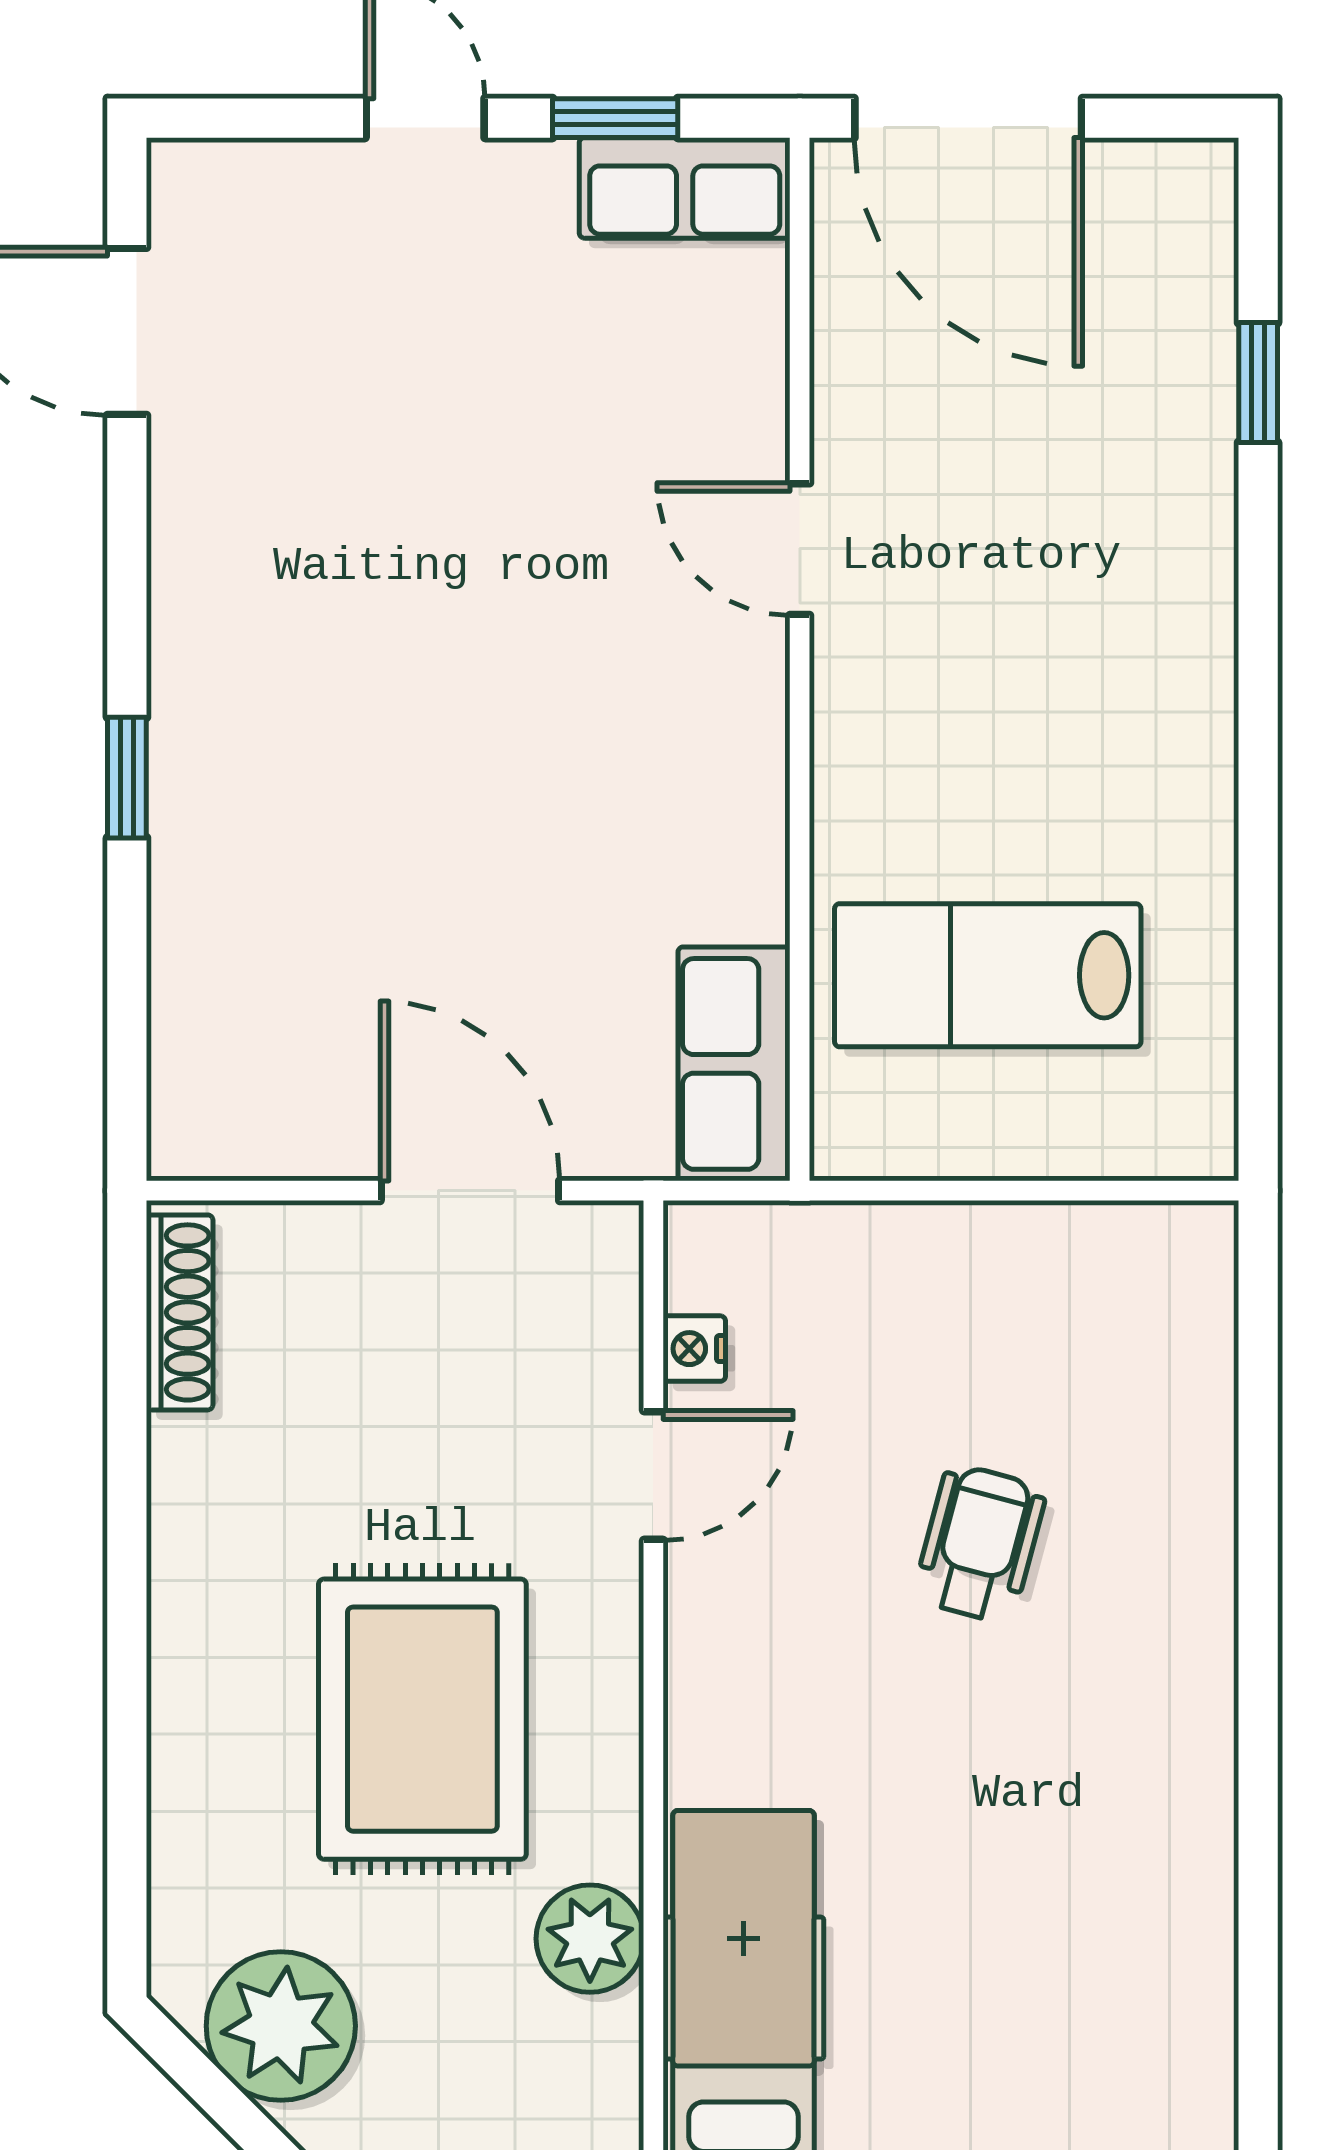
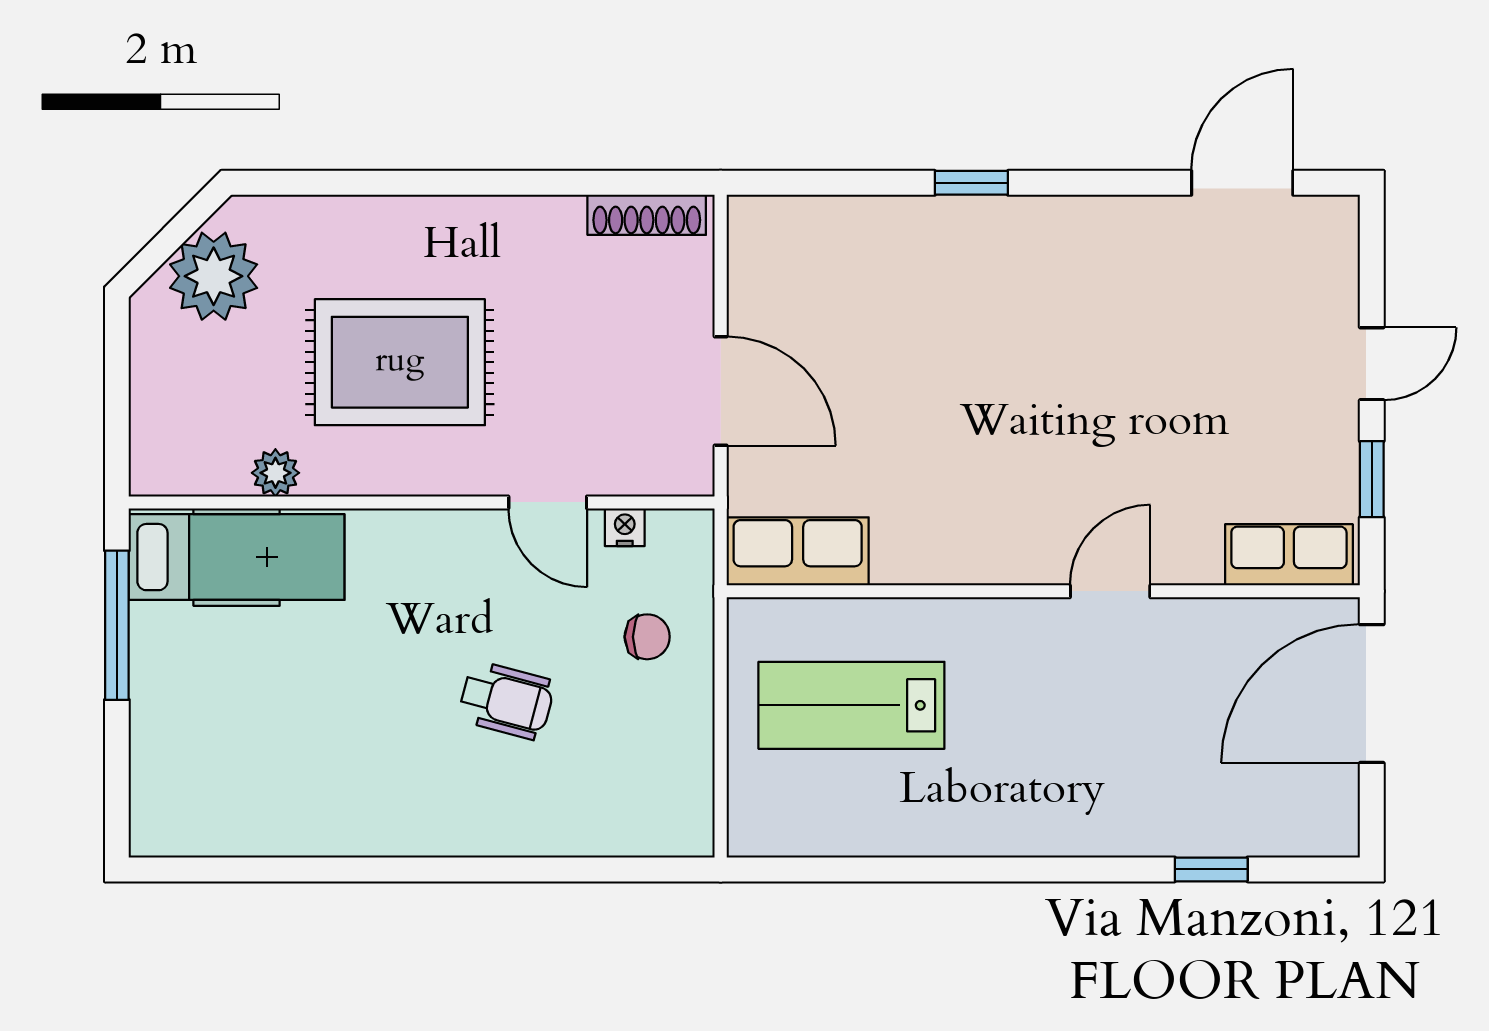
row of seats: (685, 188) -> (1289, 555), moved, turned 90
lab bench: (988, 975) -> (851, 705), turned -90
door: (470, 1191) -> (721, 391), hinge flipped
chair: (875, 1312) -> (647, 637), added
plant: (590, 1939) -> (275, 473), width x0.73, depth x0.73

